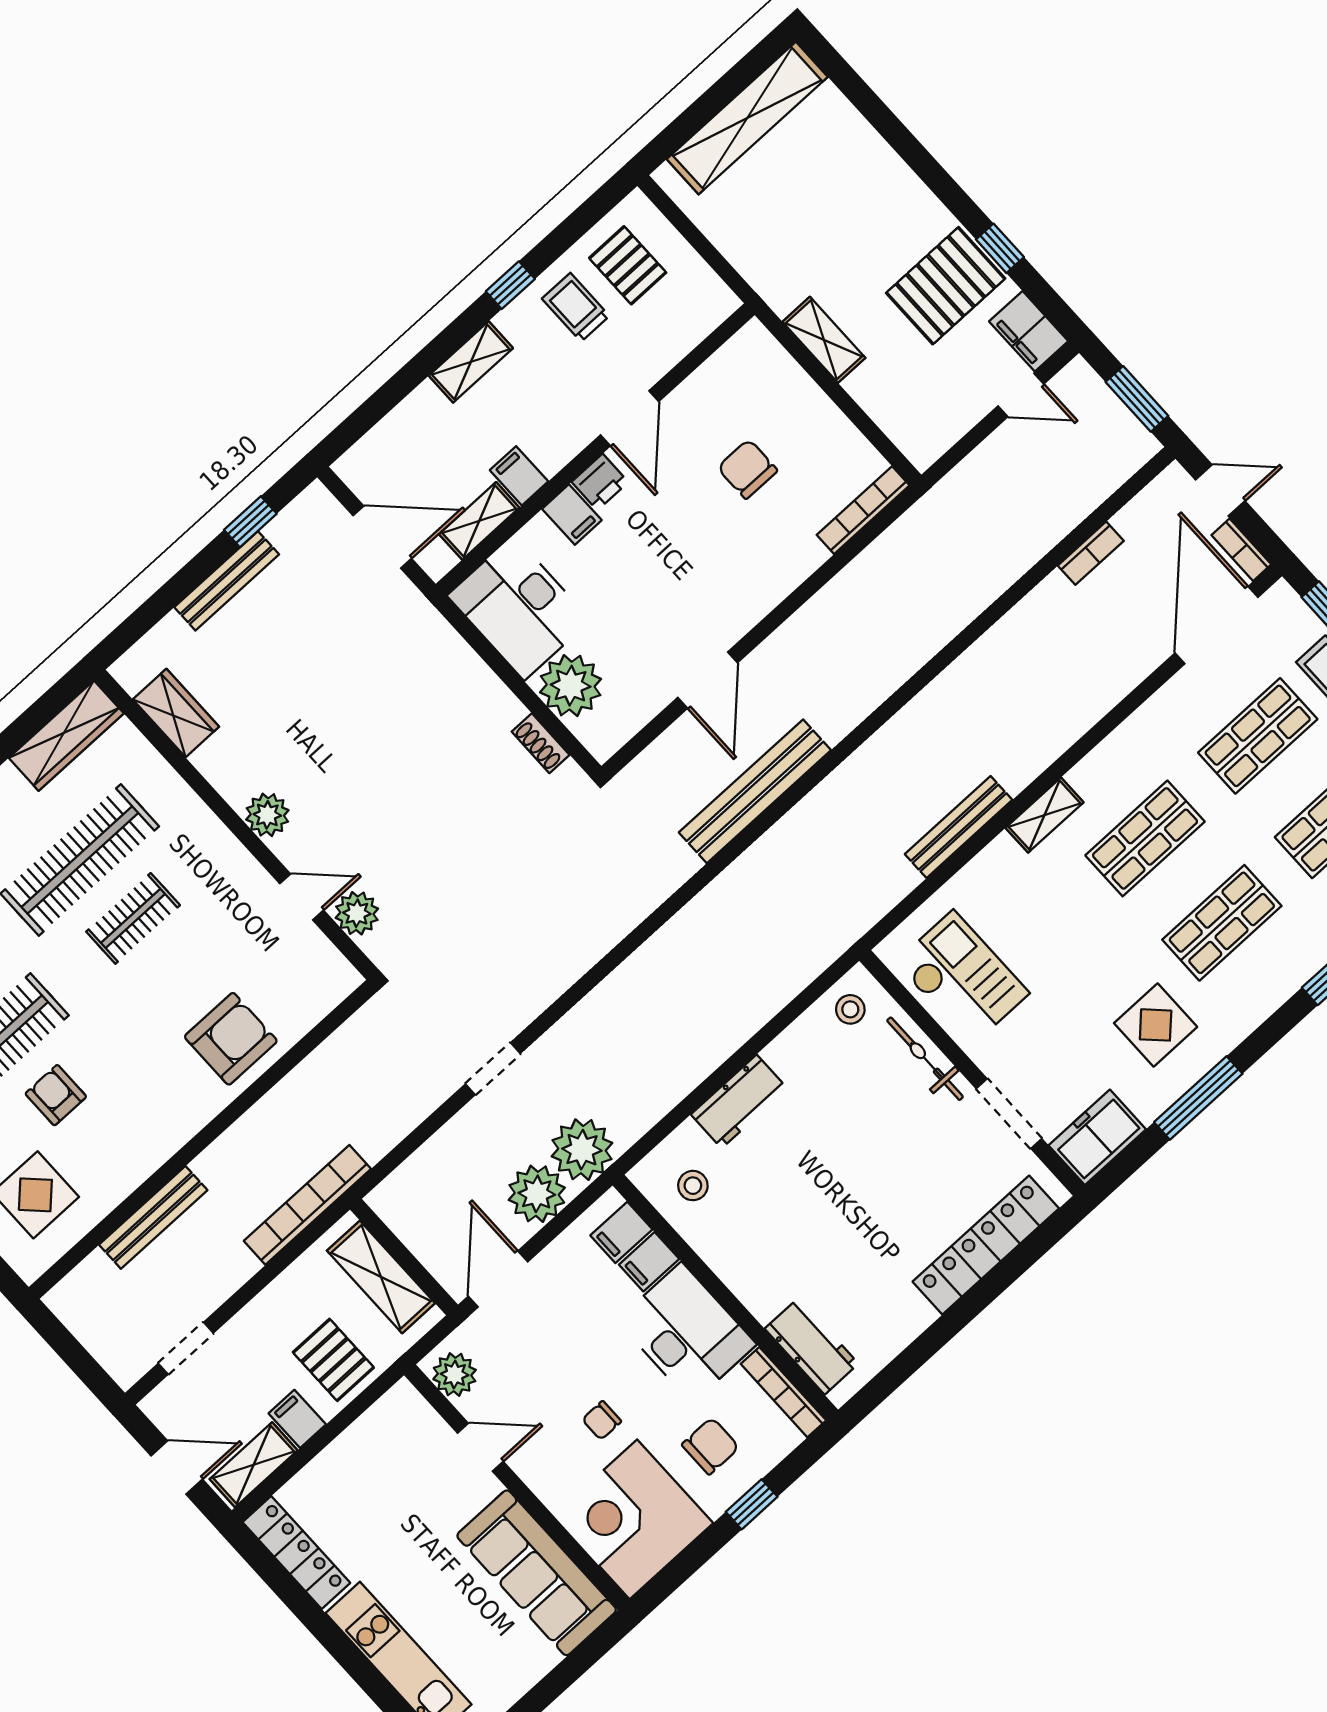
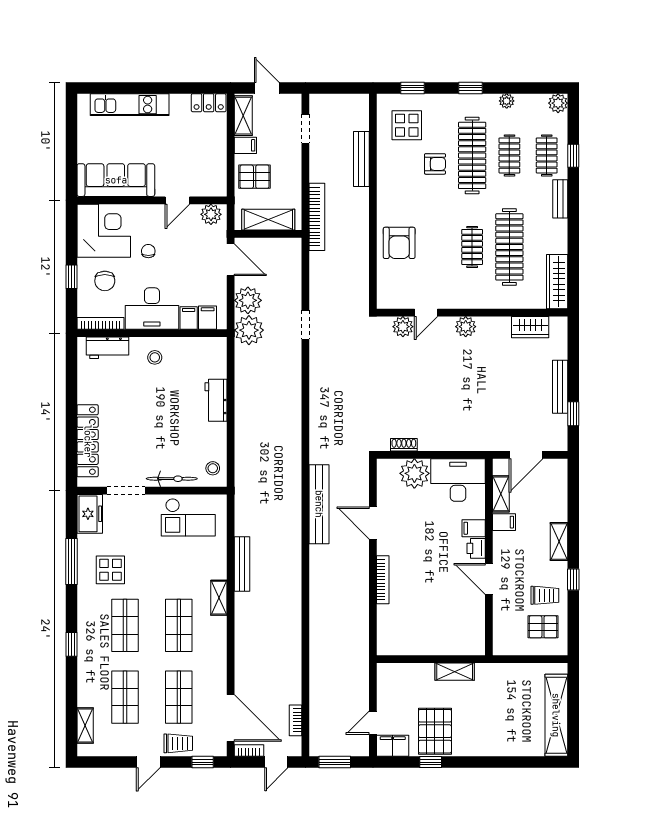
chair: (747, 469) -> (434, 604), removed
bookcase: (863, 510) -> (383, 580), moved
bookcase: (1091, 553) -> (296, 720), moved
stool: (693, 1186) -> (155, 357), moved
door: (177, 1468) -> (267, 88), swing flipped
locker: (296, 1552) -> (209, 103), width x0.66

